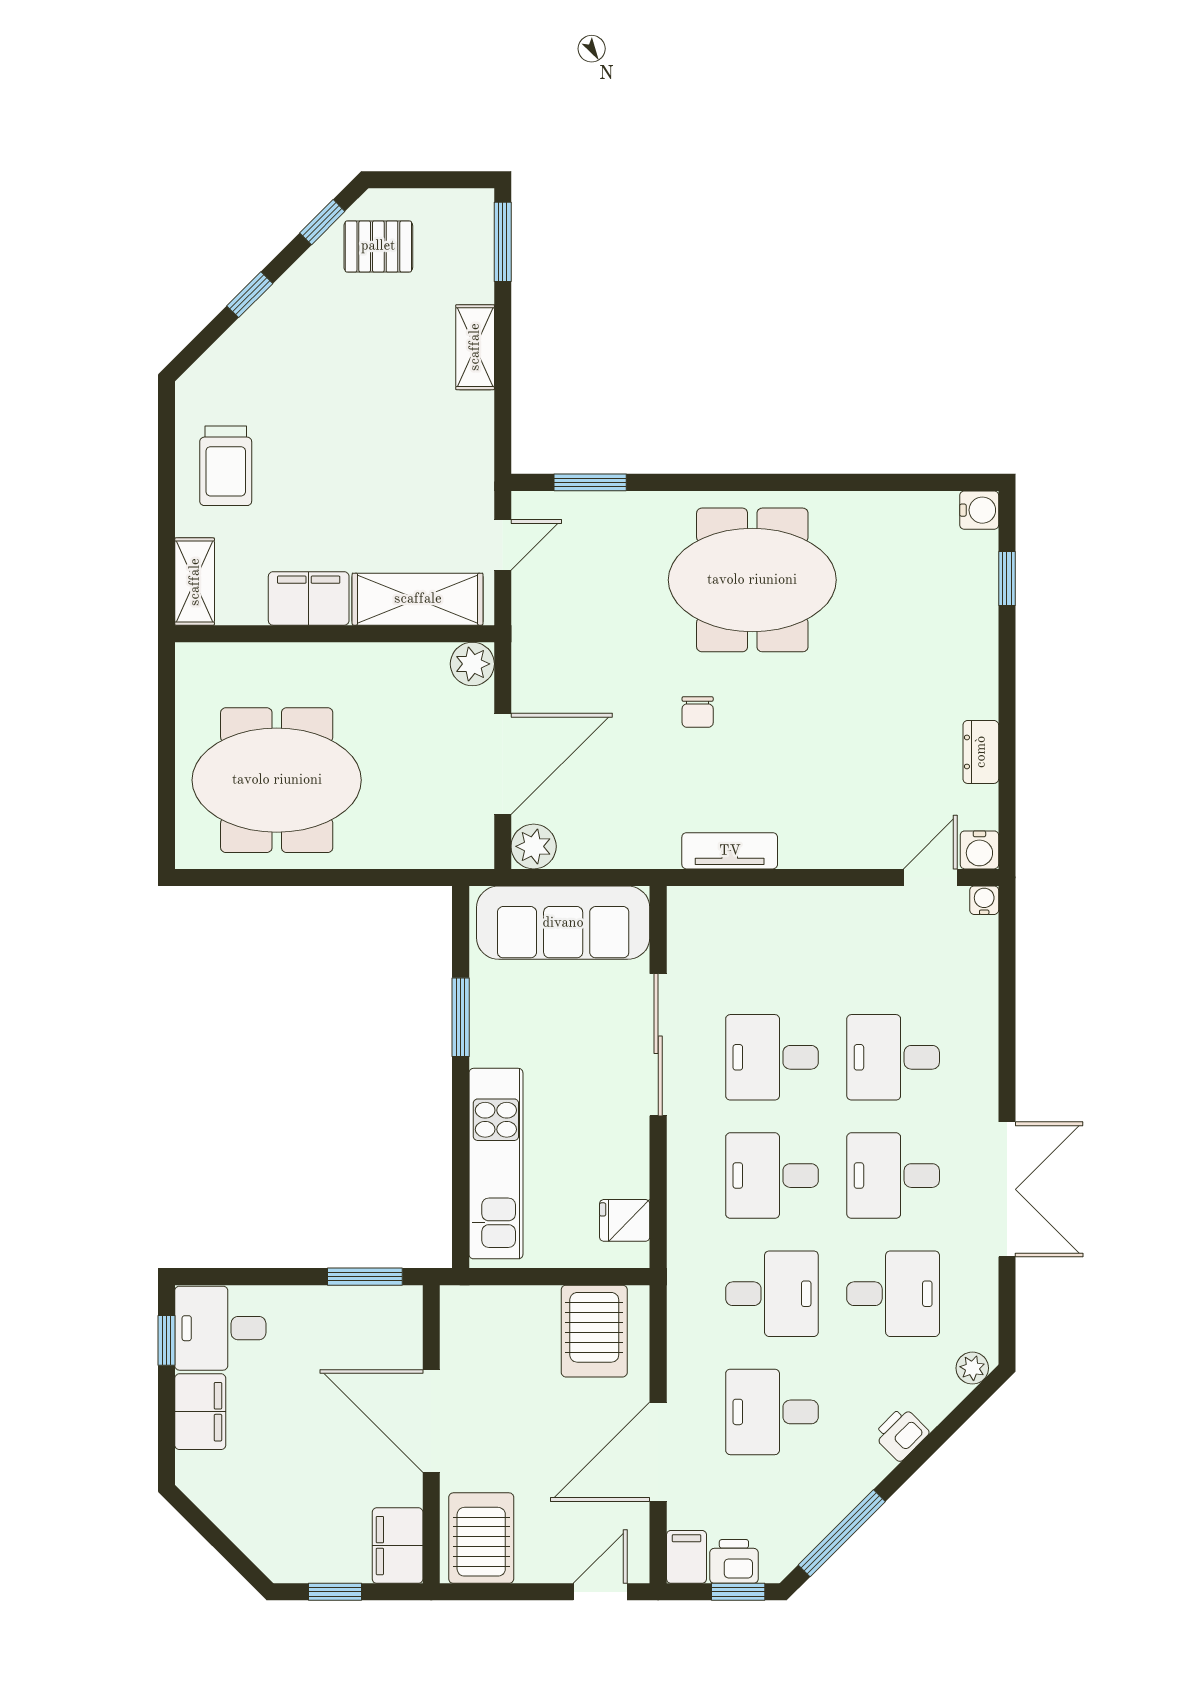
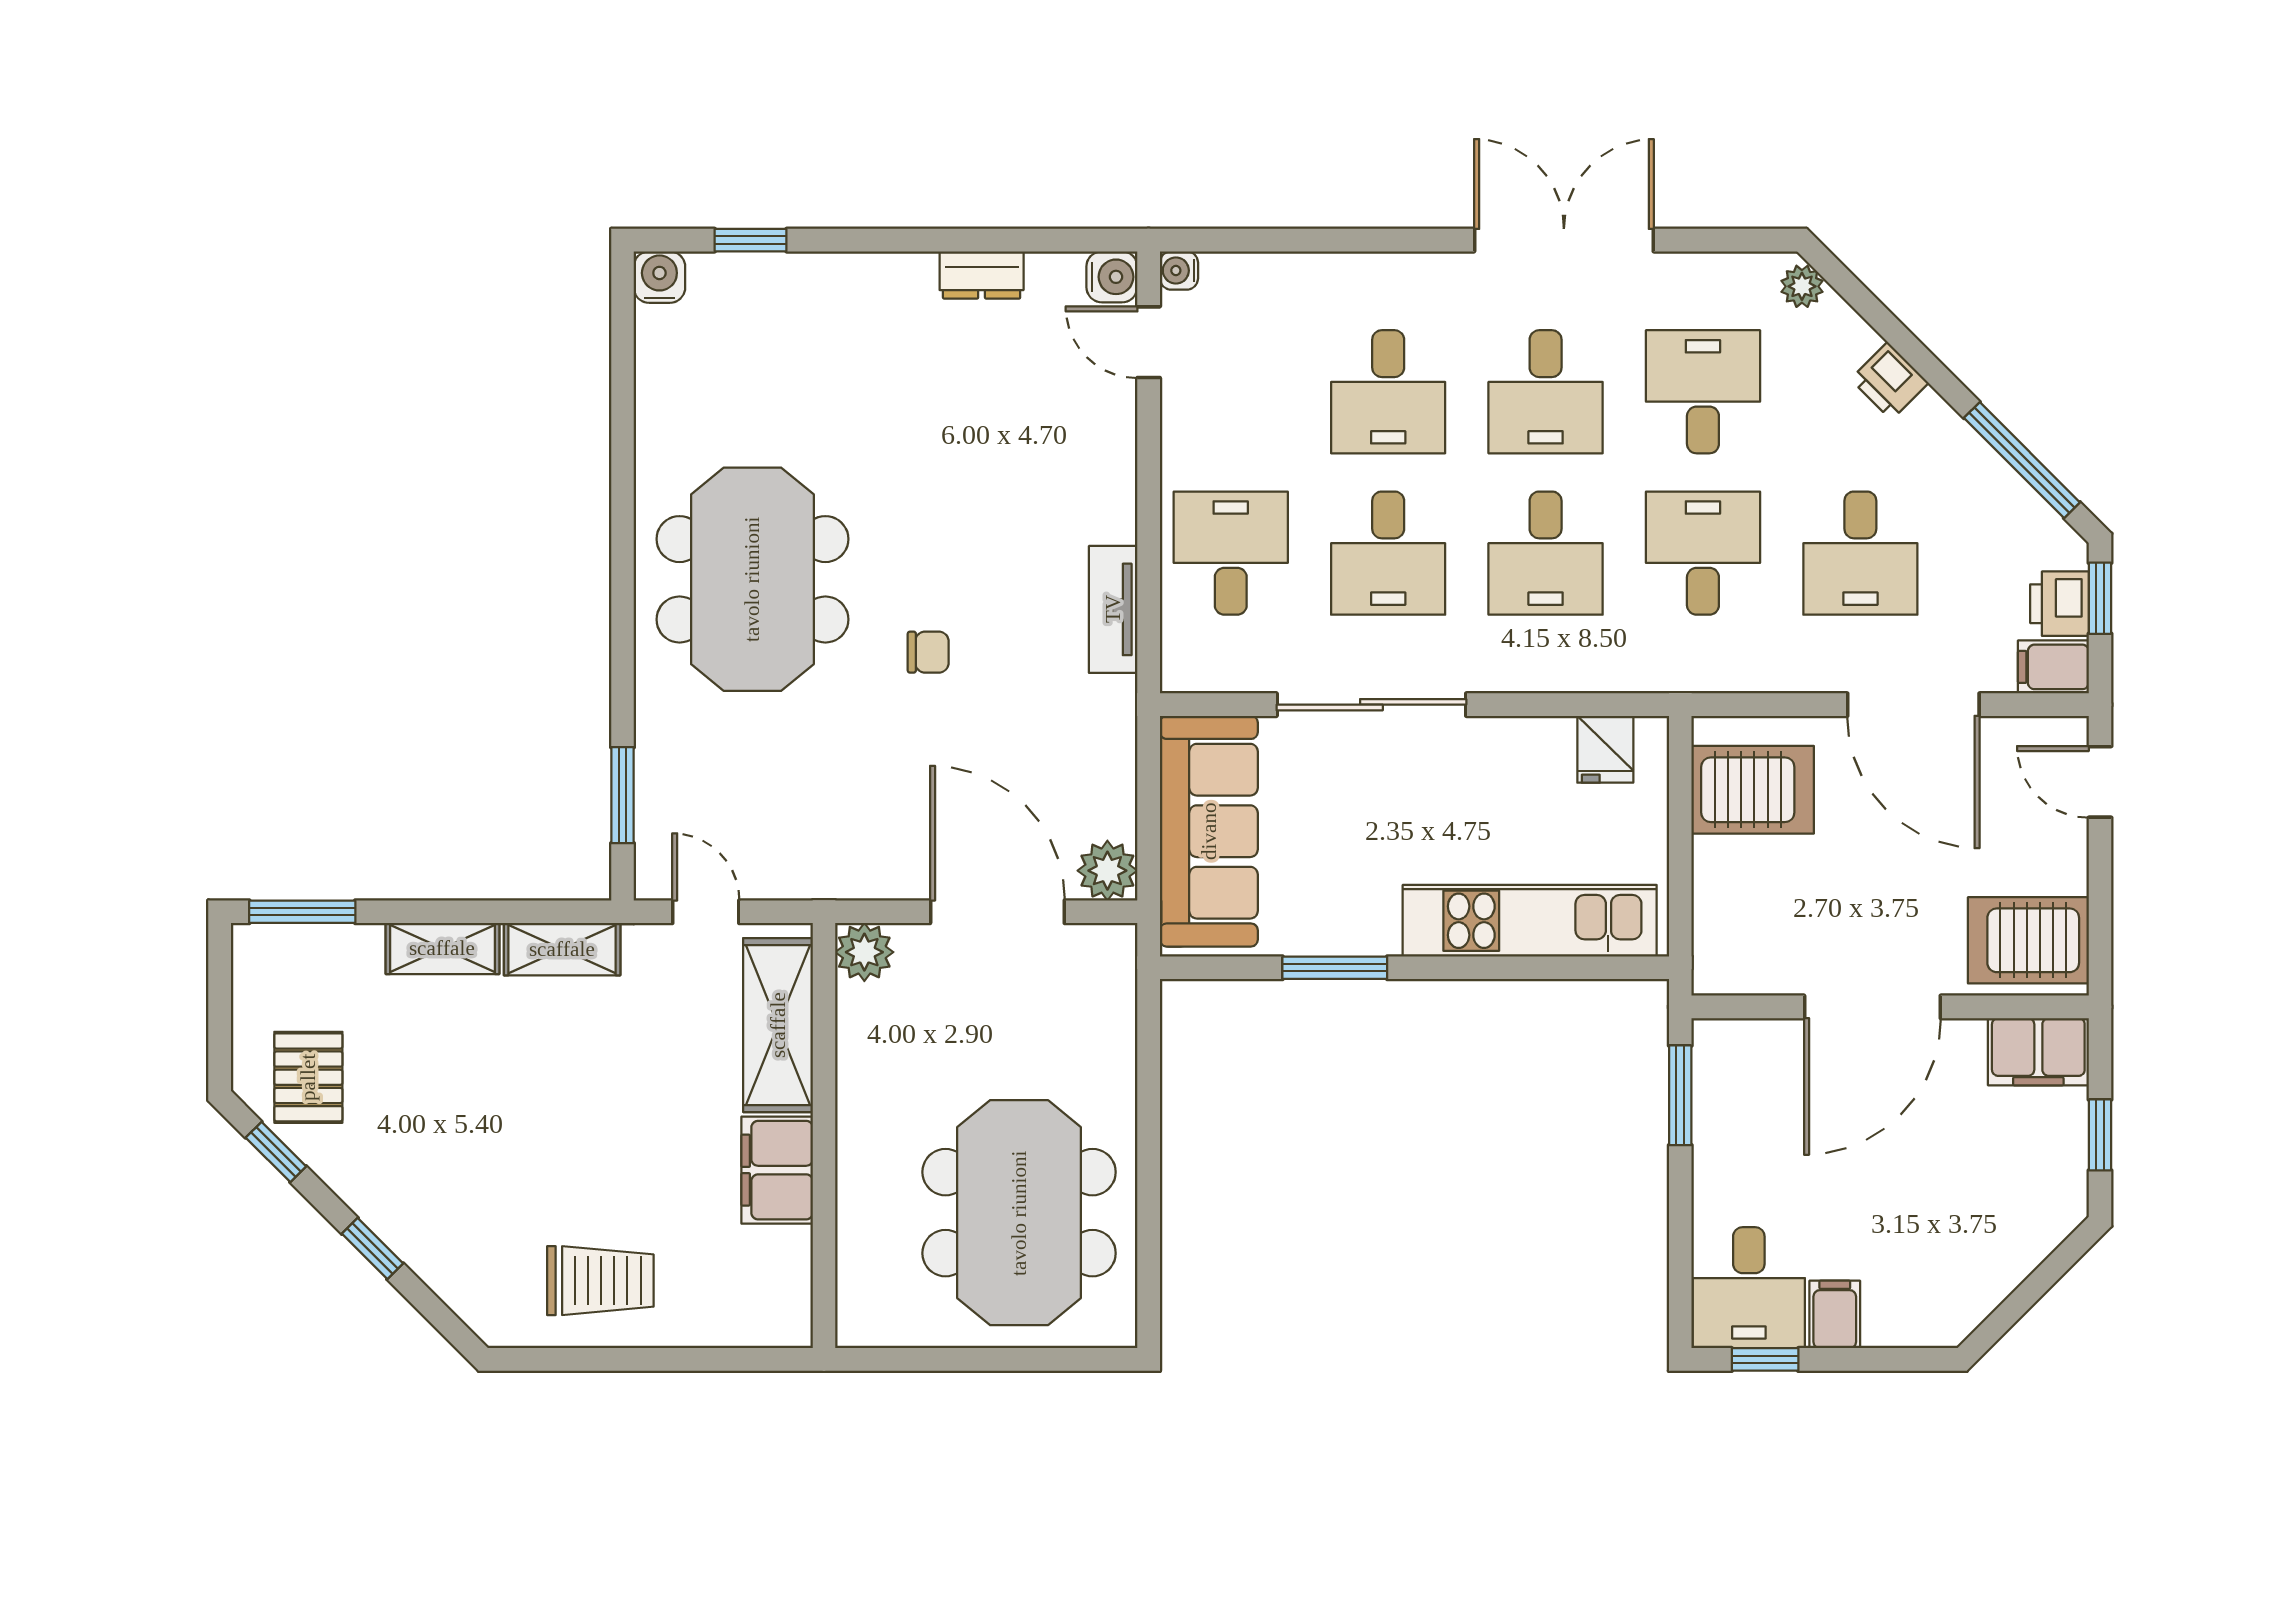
shelving: (195, 582) -> (562, 949), moved
desk: (772, 939) -> (1231, 553), added
filing cabinet: (200, 1412) -> (1835, 1314), width x0.50

